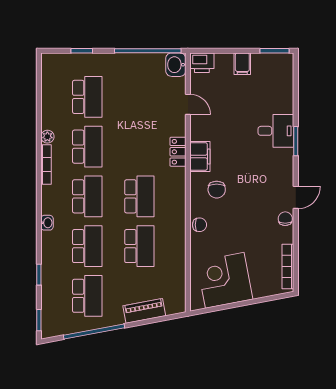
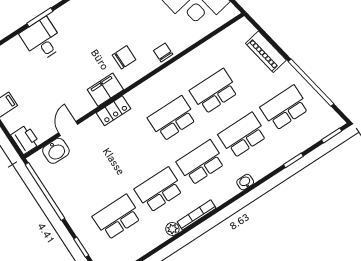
washbasin: (176, 65) -> (56, 151), moved

